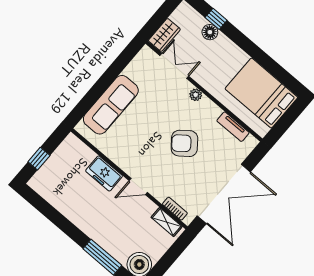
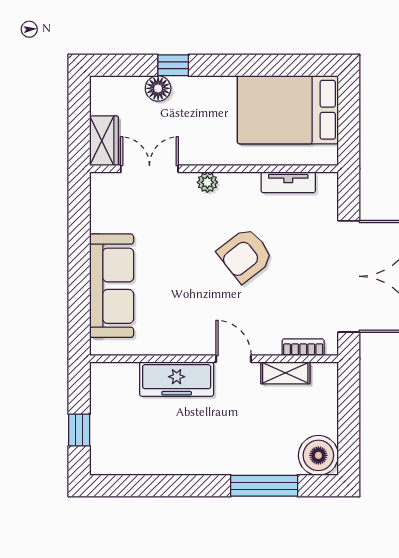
window: (216, 19) -> (173, 65), moved
freezer: (104, 173) -> (177, 379), width x1.40
door: (138, 187) -> (234, 359), swing flipped
shelving: (167, 222) -> (285, 373), moved

